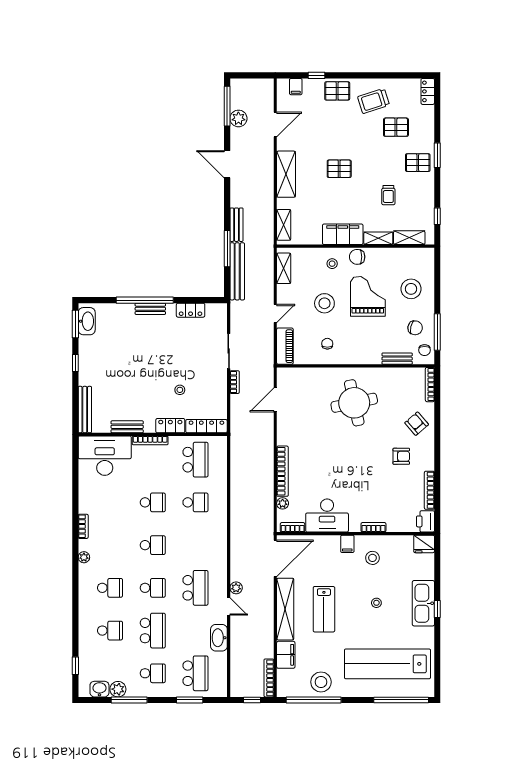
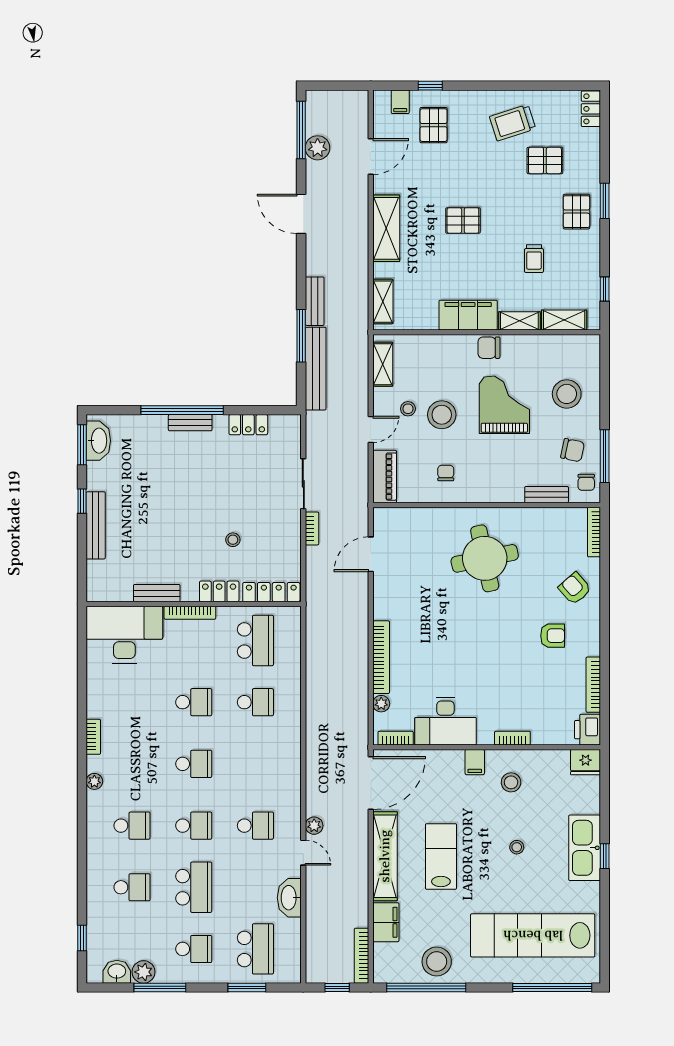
pallet: (337, 91) -> (434, 125), moved, turned 90
pallet: (418, 163) -> (576, 212), turned 90
stool: (332, 264) -> (408, 409), moved
bench: (85, 410) -> (96, 525), moved
school desk: (195, 588) -> (255, 826), width x0.54
lab bench: (324, 609) -> (441, 856), turned 180

